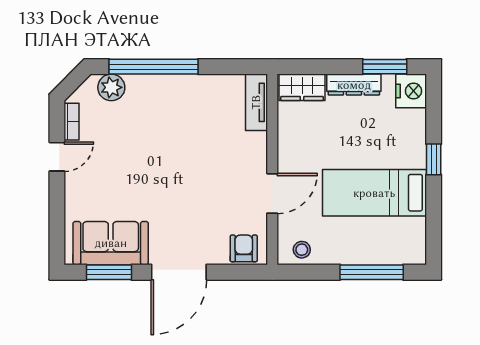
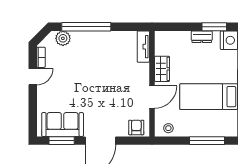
dresser: (354, 85) -> (202, 37), width x0.70
wardrobe: (302, 87) -> (162, 69), moved, turned -90

